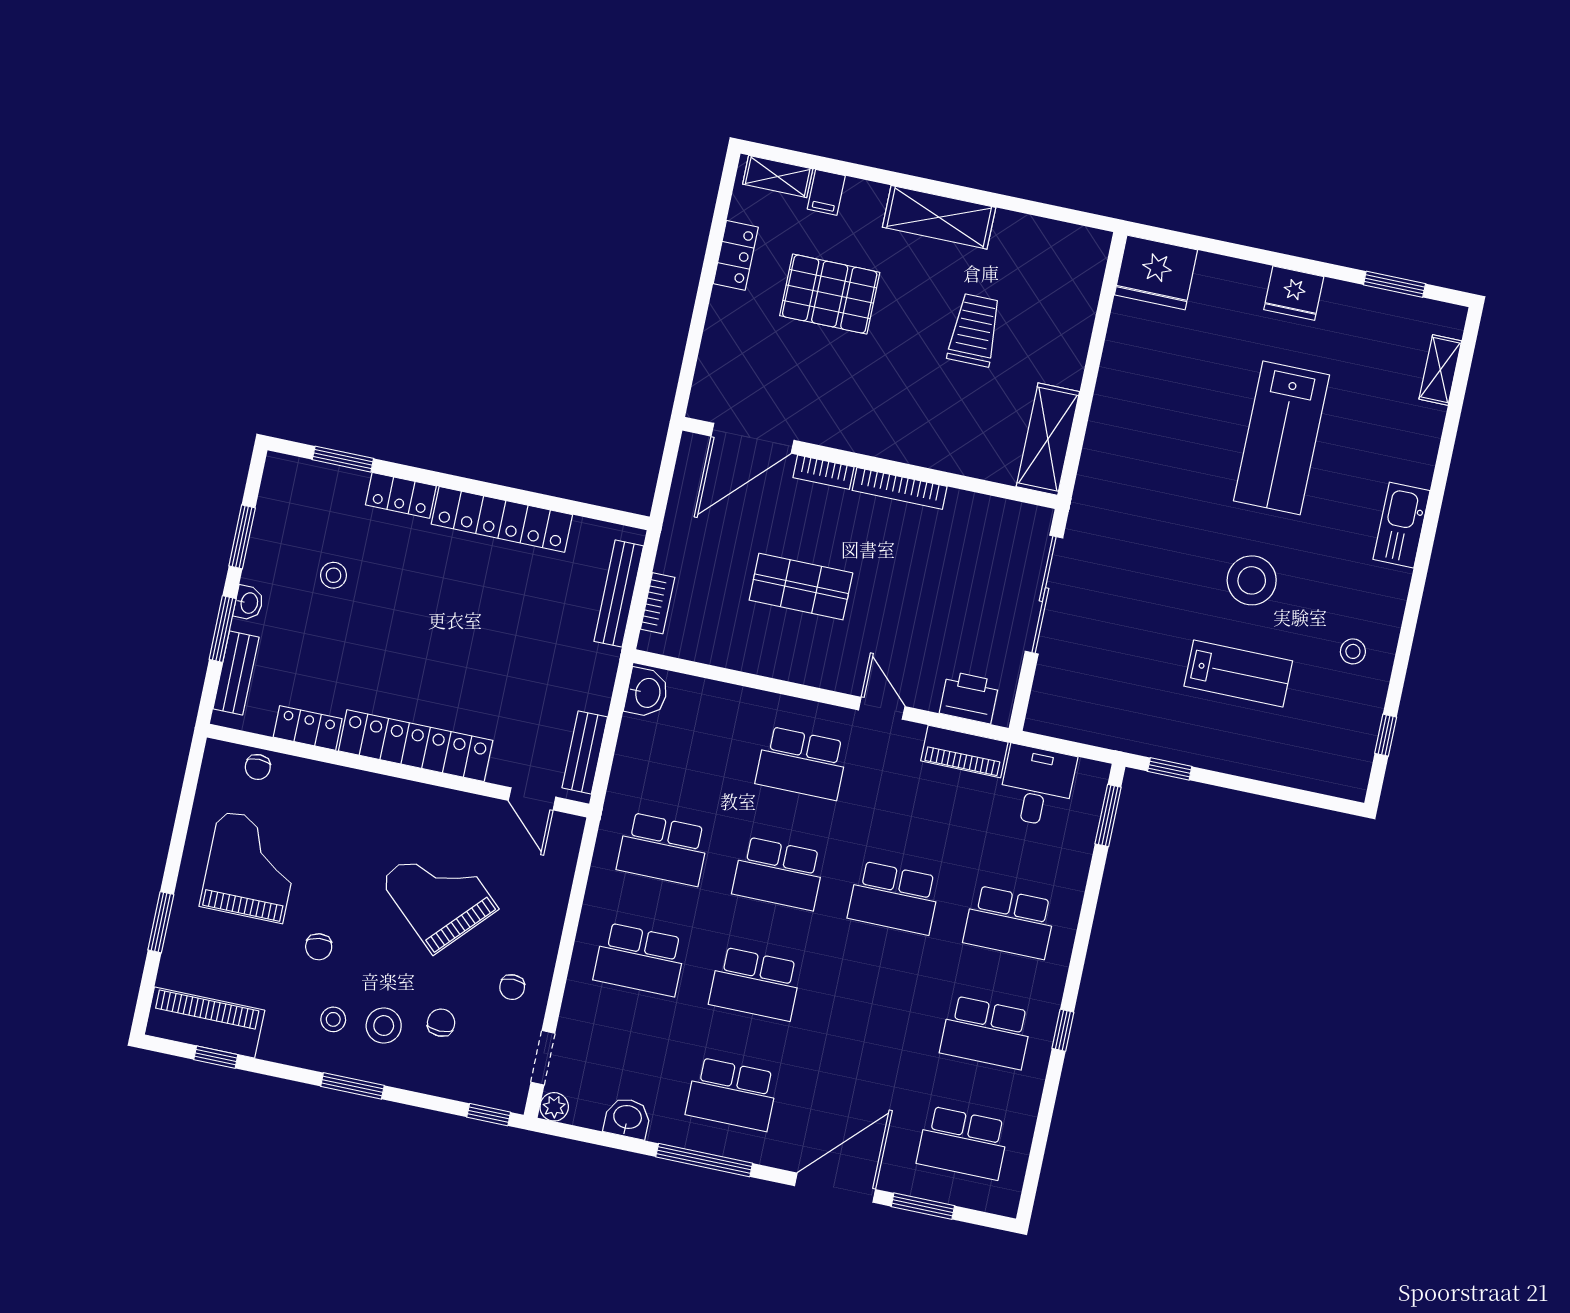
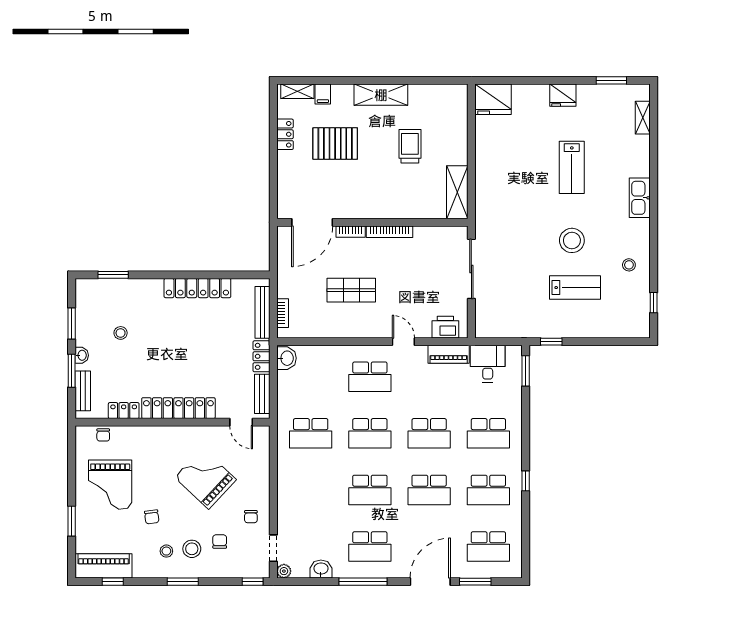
lab bench: (1281, 438) -> (572, 167), width x0.73, depth x0.72
locker: (401, 495) -> (261, 356), moved, turned 90
grand piano: (251, 867) -> (110, 485), turned 180
school desk: (640, 960) -> (429, 490), moved

